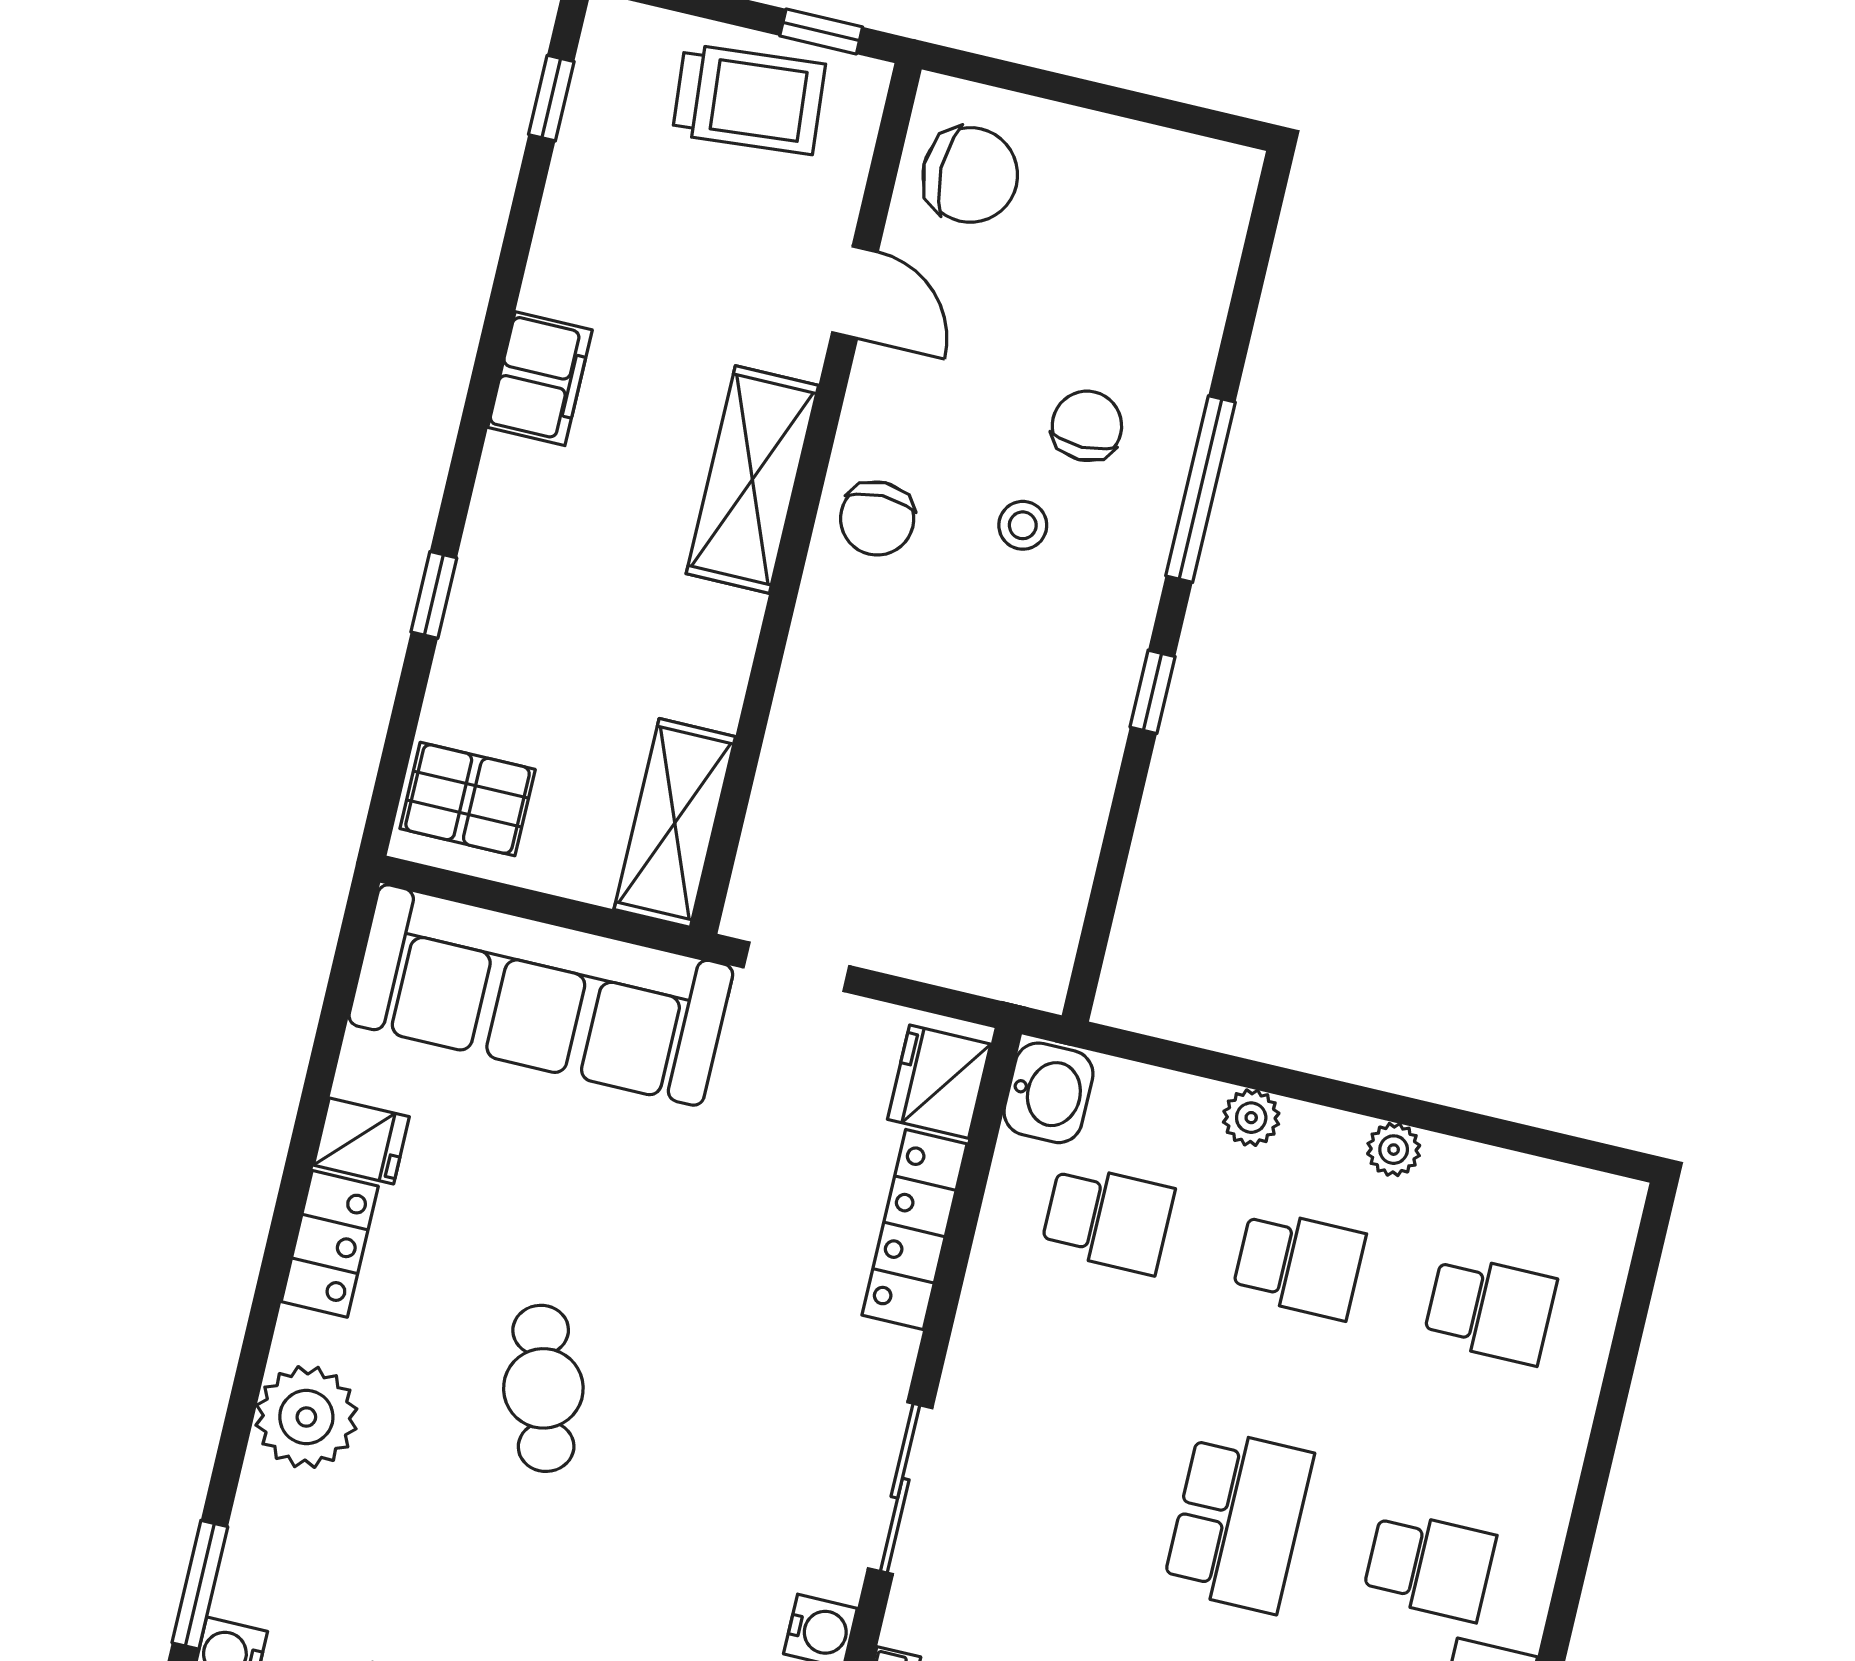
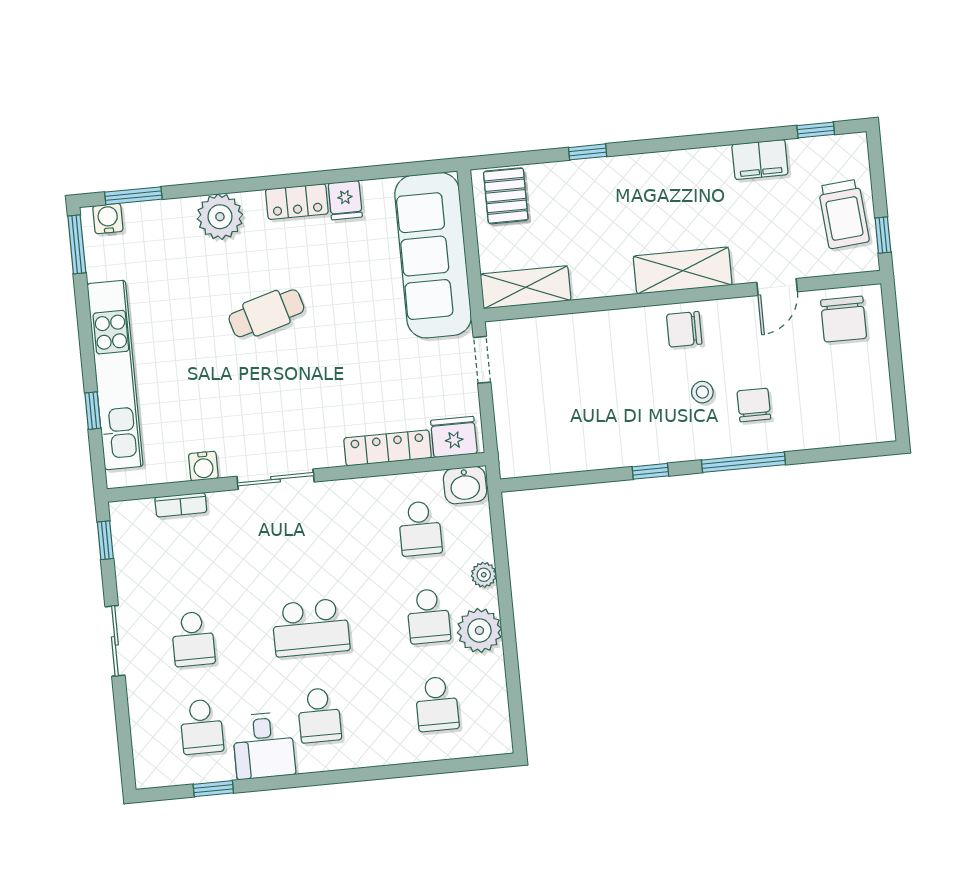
filing cabinet: (540, 379) -> (760, 160), moved
chair: (1087, 426) -> (754, 405), turned -90
plant: (1394, 1150) -> (479, 630), width x1.87, depth x1.87

